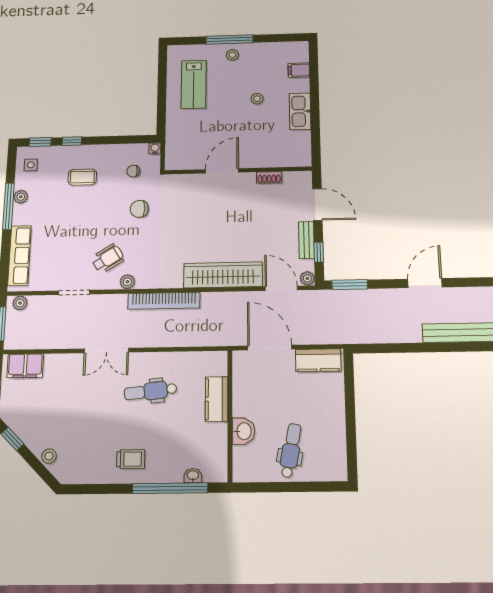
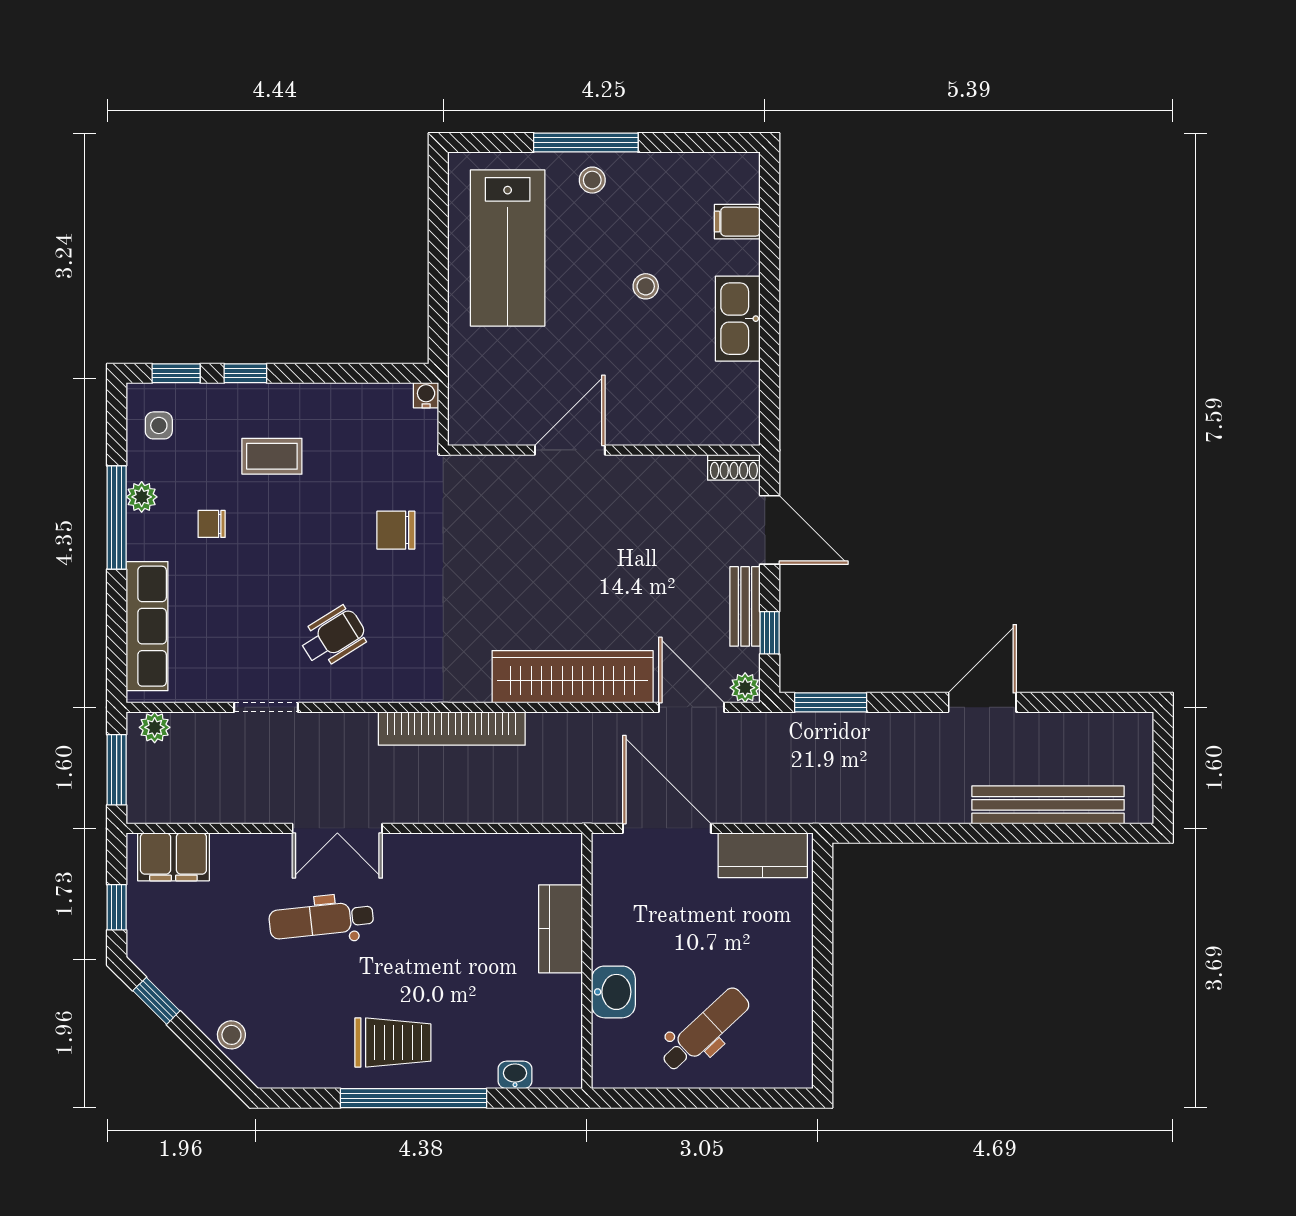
lab bench: (194, 84) -> (508, 248), width x1.36, depth x1.39
chair: (133, 171) -> (212, 524), moved
shoe rack: (269, 177) -> (734, 467), moved
plant: (127, 282) -> (376, 687), removed
dental chair: (150, 391) -> (321, 920), moved
dental chair: (291, 450) -> (705, 1030), turned 36
trolley: (131, 459) -> (393, 1043), width x1.36, depth x1.39
window: (170, 488) -> (414, 1098), moved

